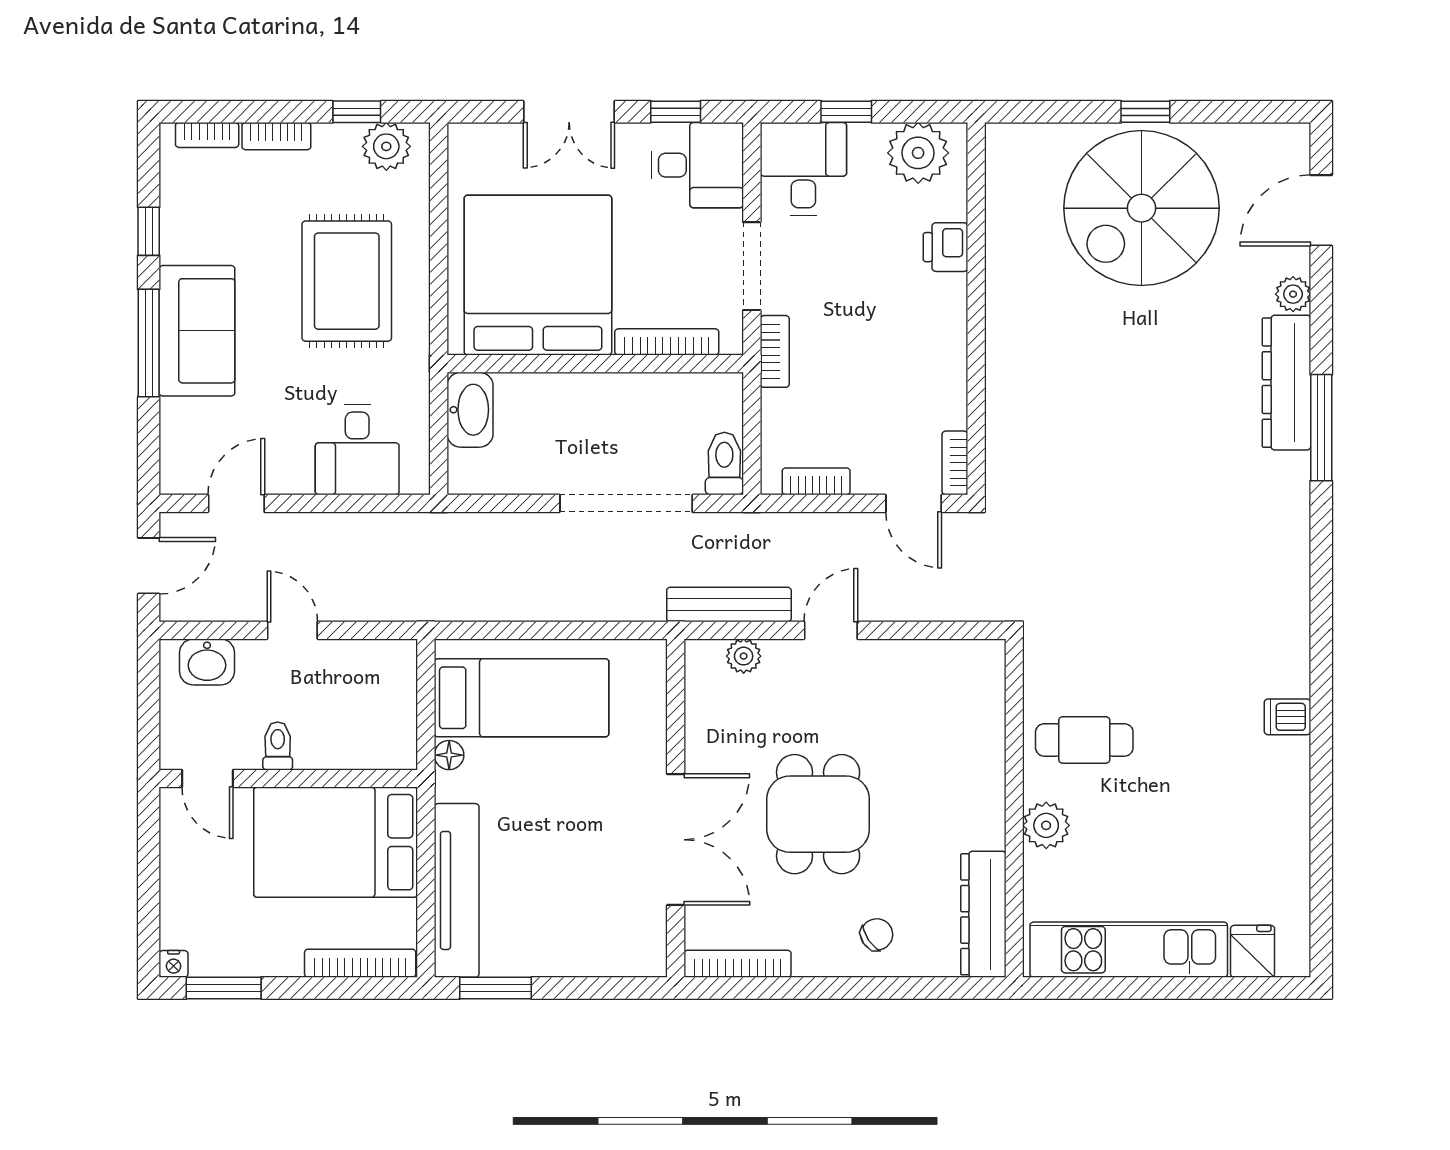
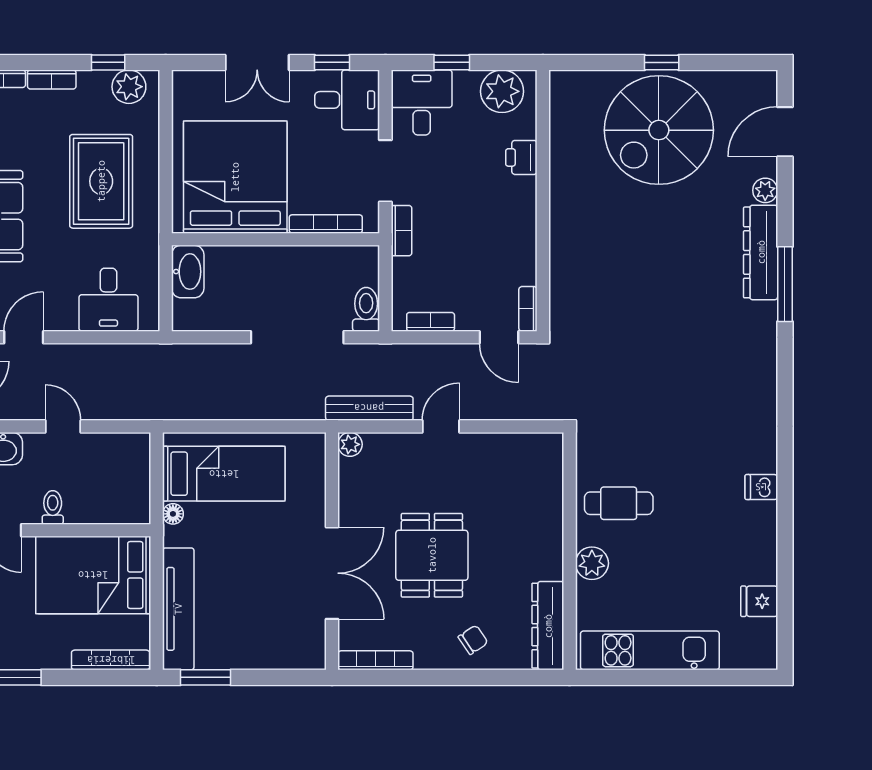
plant: (744, 656) -> (350, 444), moved
fridge: (1253, 951) -> (759, 601), moved, turned -90

